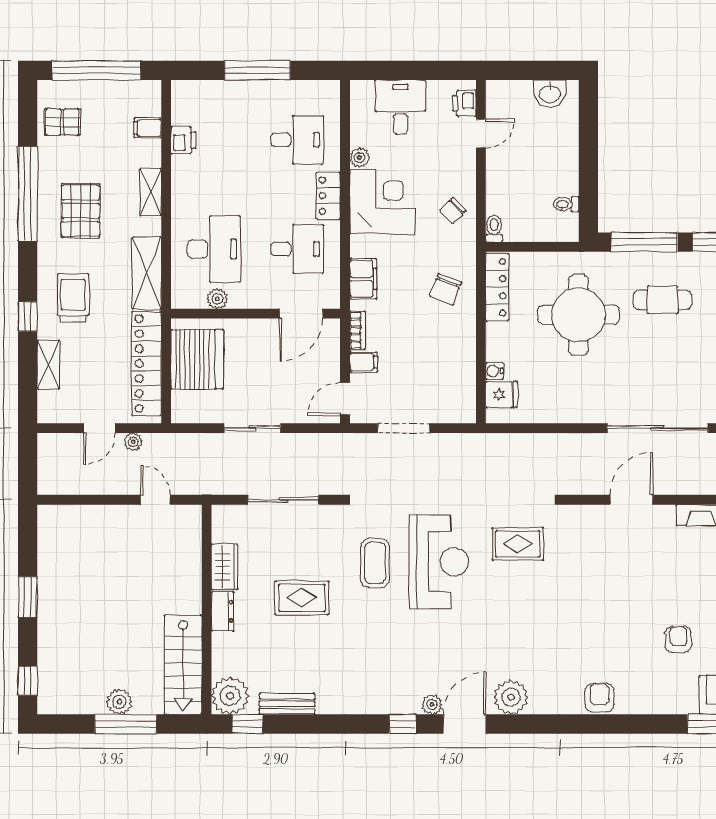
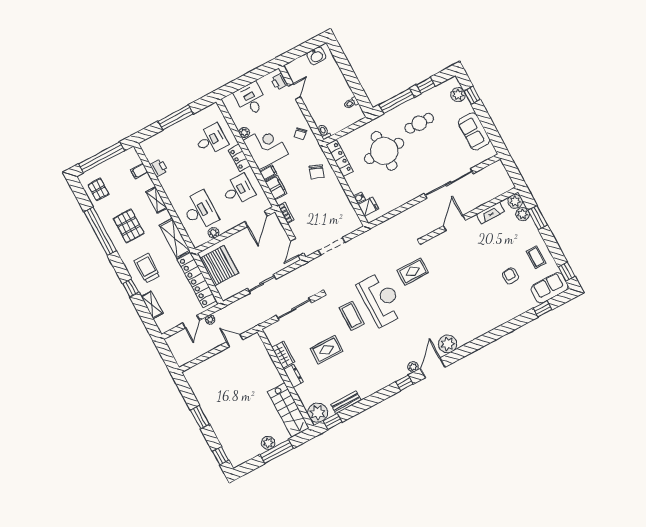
pallet: (62, 122) -> (98, 190), turned 90
filing cabinet: (363, 362) -> (268, 172), moved
armchair: (599, 698) -> (489, 322), removed

